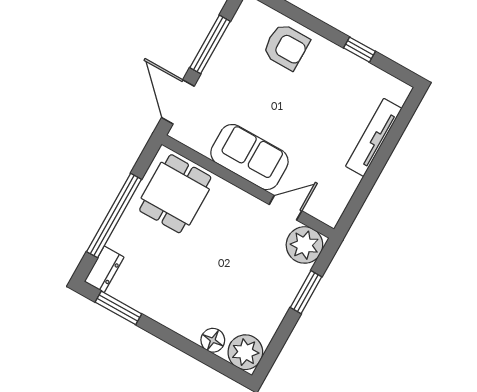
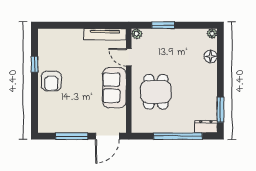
armchair: (286, 47) -> (51, 81), moved, turned 180
tv unit: (374, 137) -> (105, 34), moved
dining table: (175, 194) -> (156, 92), moved, turned 90
plant: (304, 245) -> (137, 34), width x0.53, depth x0.53
plant: (245, 352) -> (212, 34), width x0.53, depth x0.53

